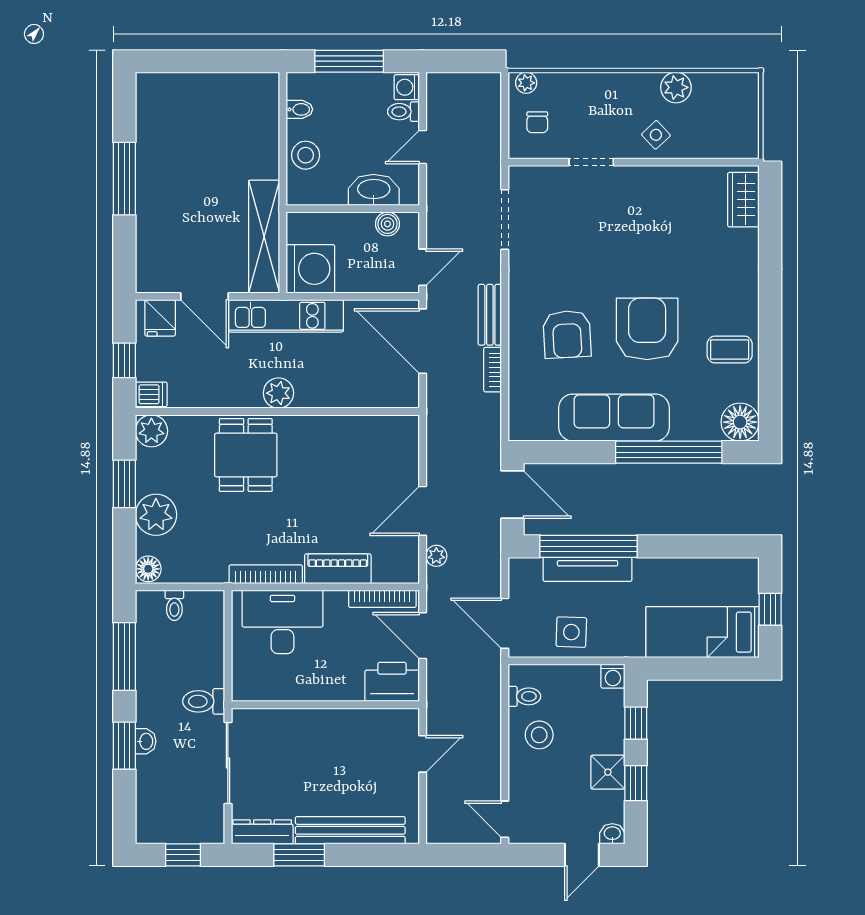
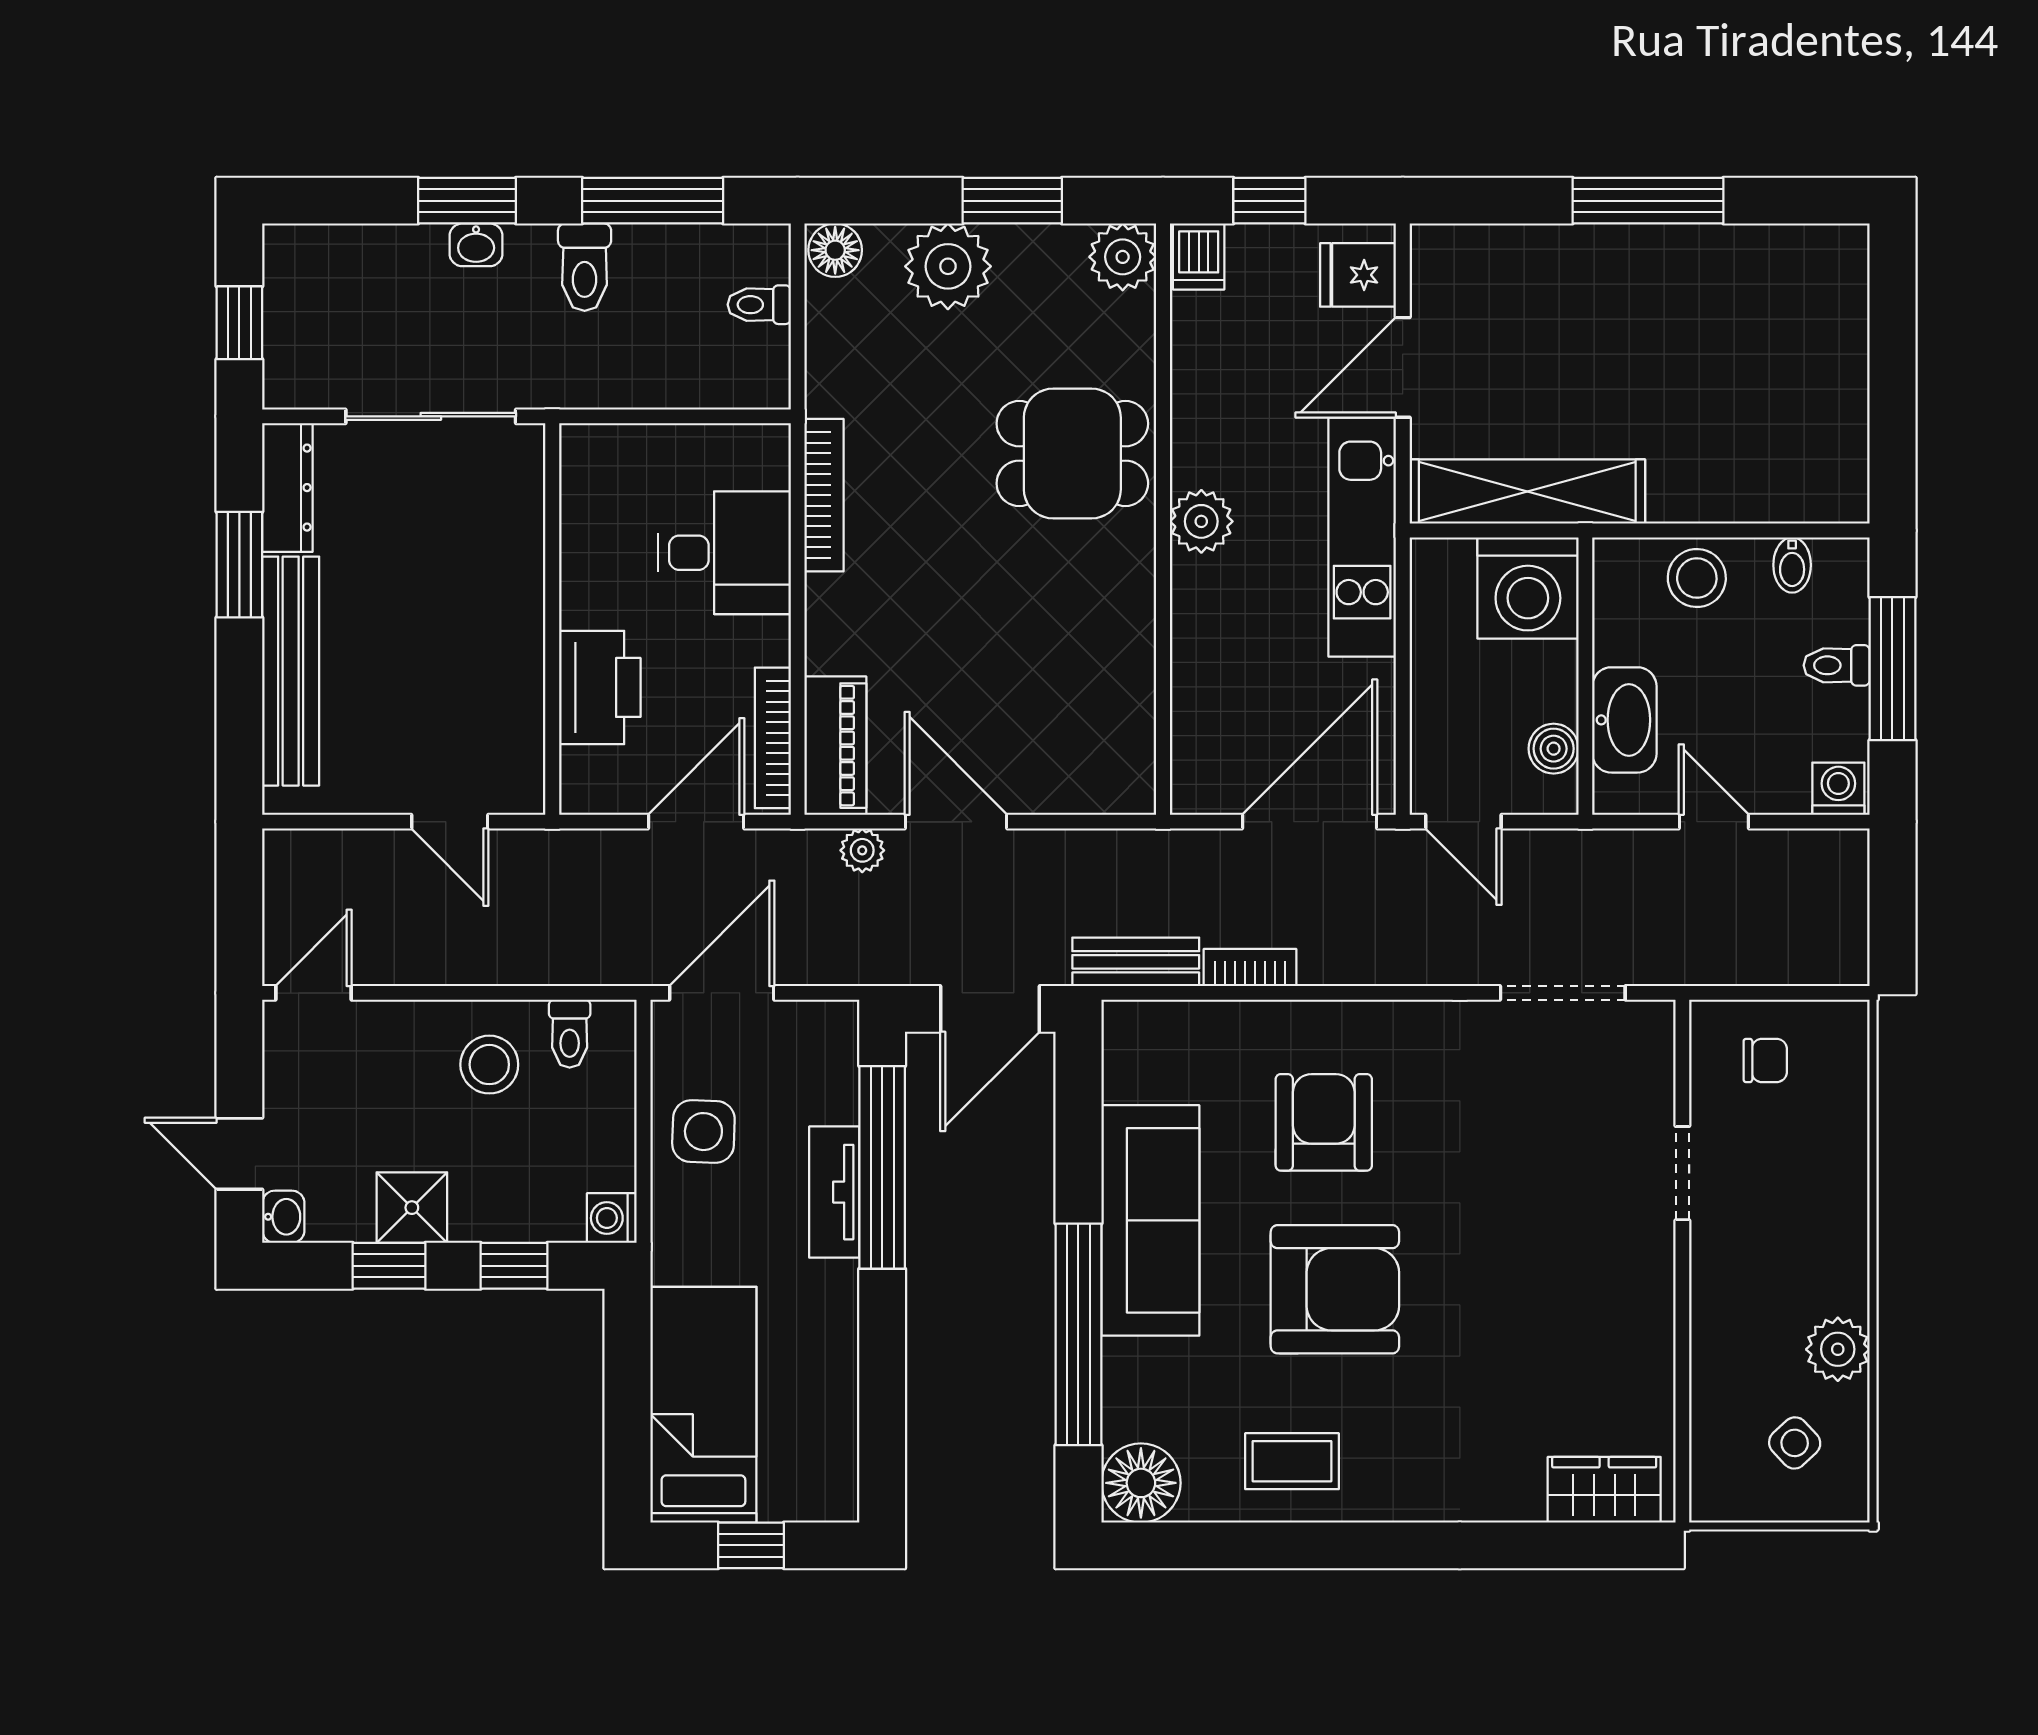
plant: (526, 83) -> (1848, 1037), removed
toilet: (403, 112) -> (1837, 665), moved, turned -90
chair: (537, 122) -> (1765, 1060), turned 180
side table: (656, 135) -> (1795, 1443), moved
washing machine: (310, 269) -> (1528, 588), moved
bench: (490, 315) -> (1136, 962), moved
armchair: (567, 334) -> (1324, 1122), turned 93
coffee table: (730, 350) -> (1292, 1461), turned 90
piano: (338, 569) -> (835, 746), moved
tv unit: (588, 569) -> (834, 1192), width x0.71
desk: (282, 622) -> (725, 553), width x0.73
printer: (392, 682) -> (600, 687), moved
toilet: (204, 701) -> (585, 267), moved, turned 180

